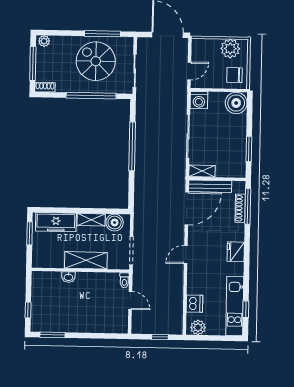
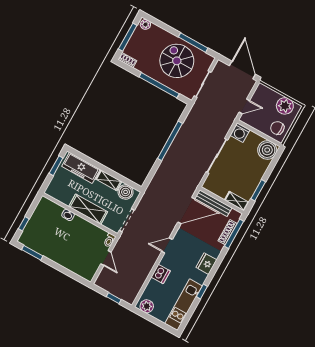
shelving: (202, 171) -> (237, 201), moved
dishwasher: (194, 304) -> (161, 274), moved
window: (246, 309) -> (202, 292), moved

